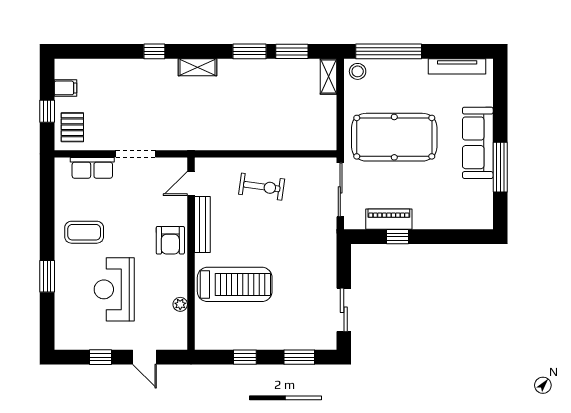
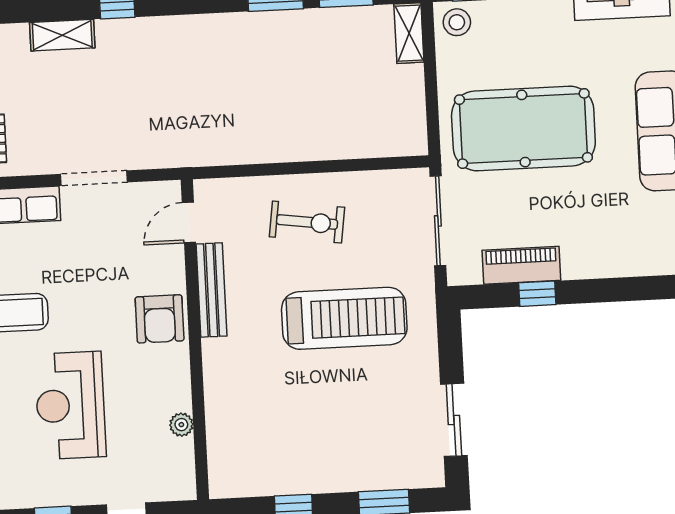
shelving: (197, 67) -> (62, 35), moved
treadmill: (235, 284) -> (344, 318), moved

